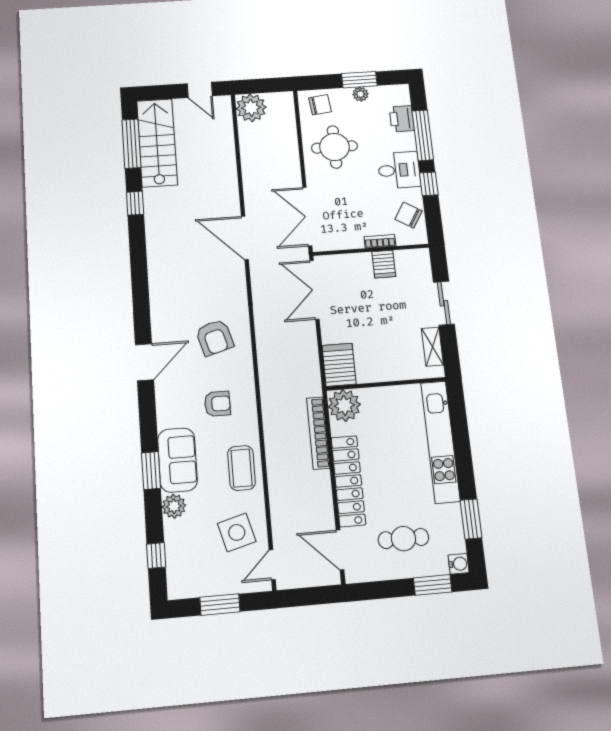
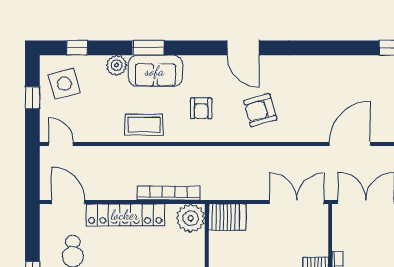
side table: (237, 532) -> (64, 84), moved
door: (340, 550) -> (68, 202), hinge flipped
window: (220, 605) -> (32, 98), width x0.67

